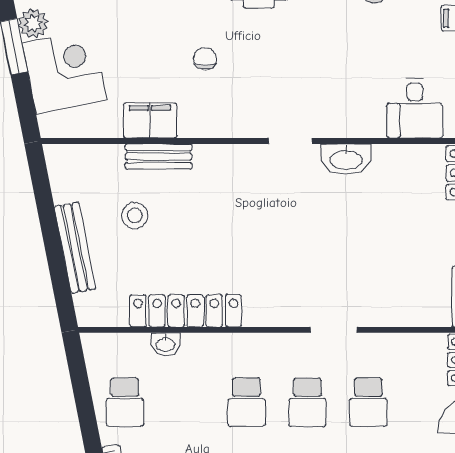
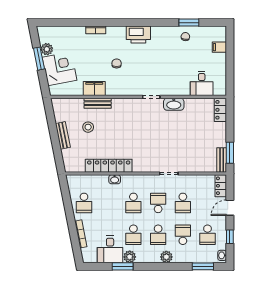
bench: (75, 248) -> (63, 135), width x0.73
washbasin: (165, 344) -> (115, 179), moved
school desk: (307, 402) -> (158, 203), turned 180

